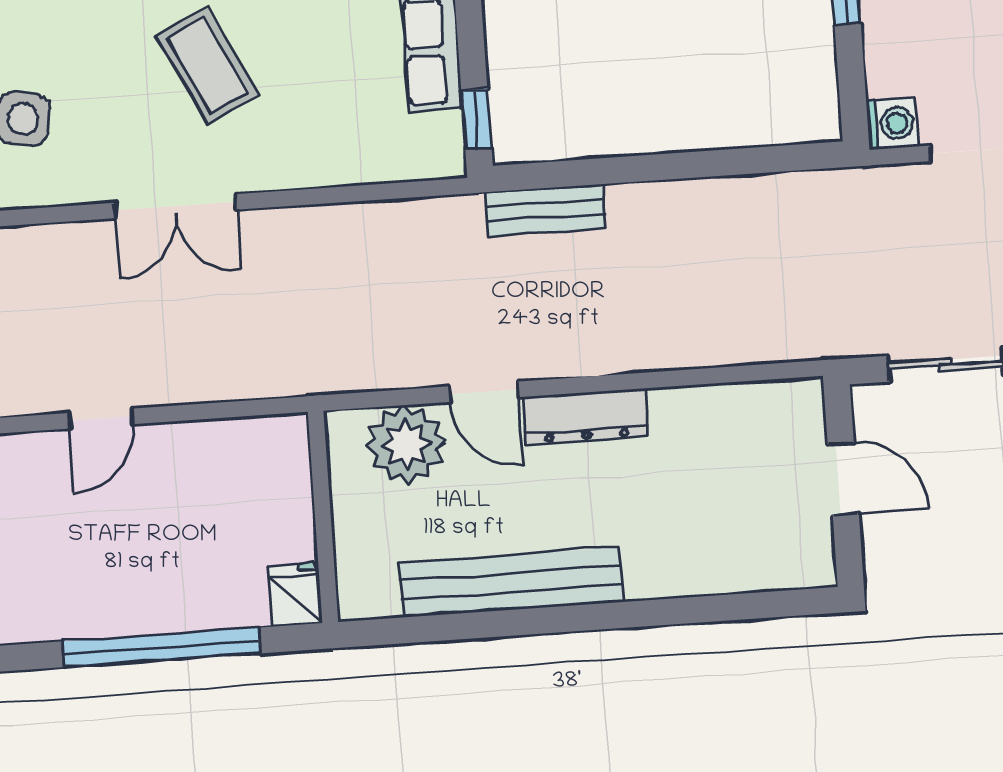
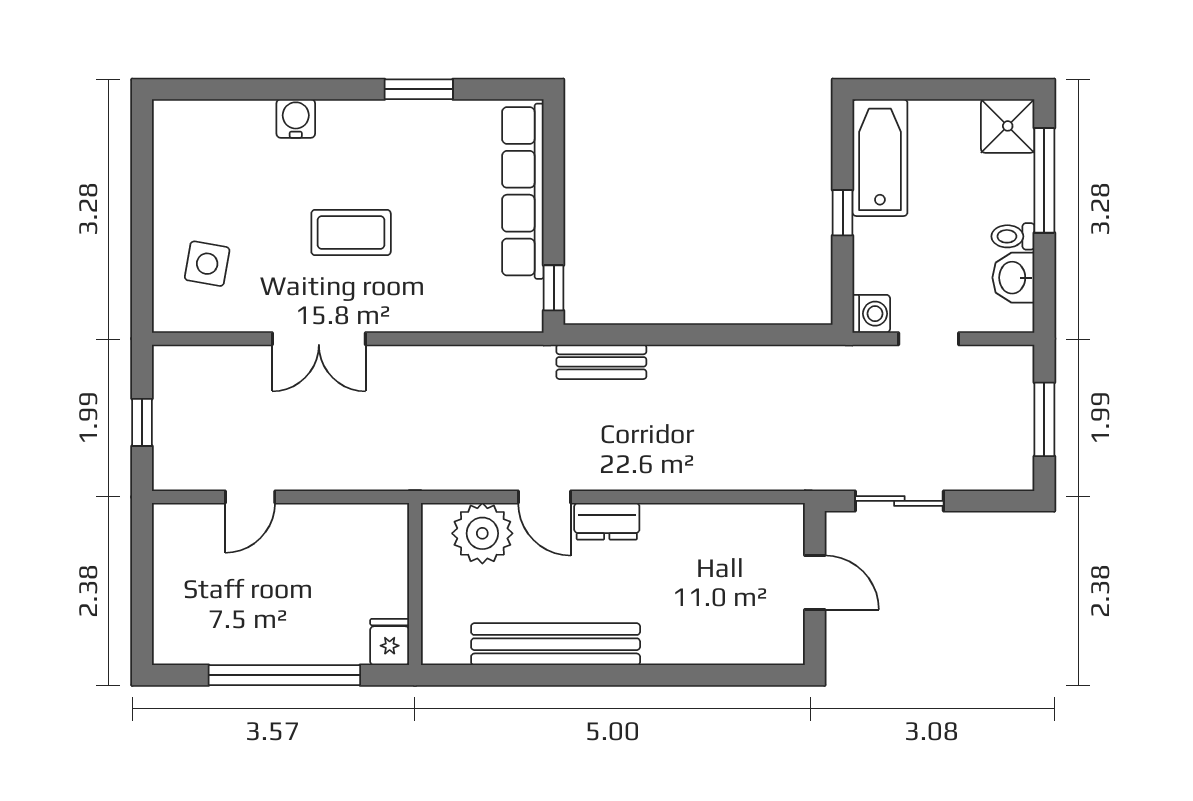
coffee table: (208, 65) -> (351, 233), turned -64
dresser: (585, 416) -> (607, 521), width x0.70

